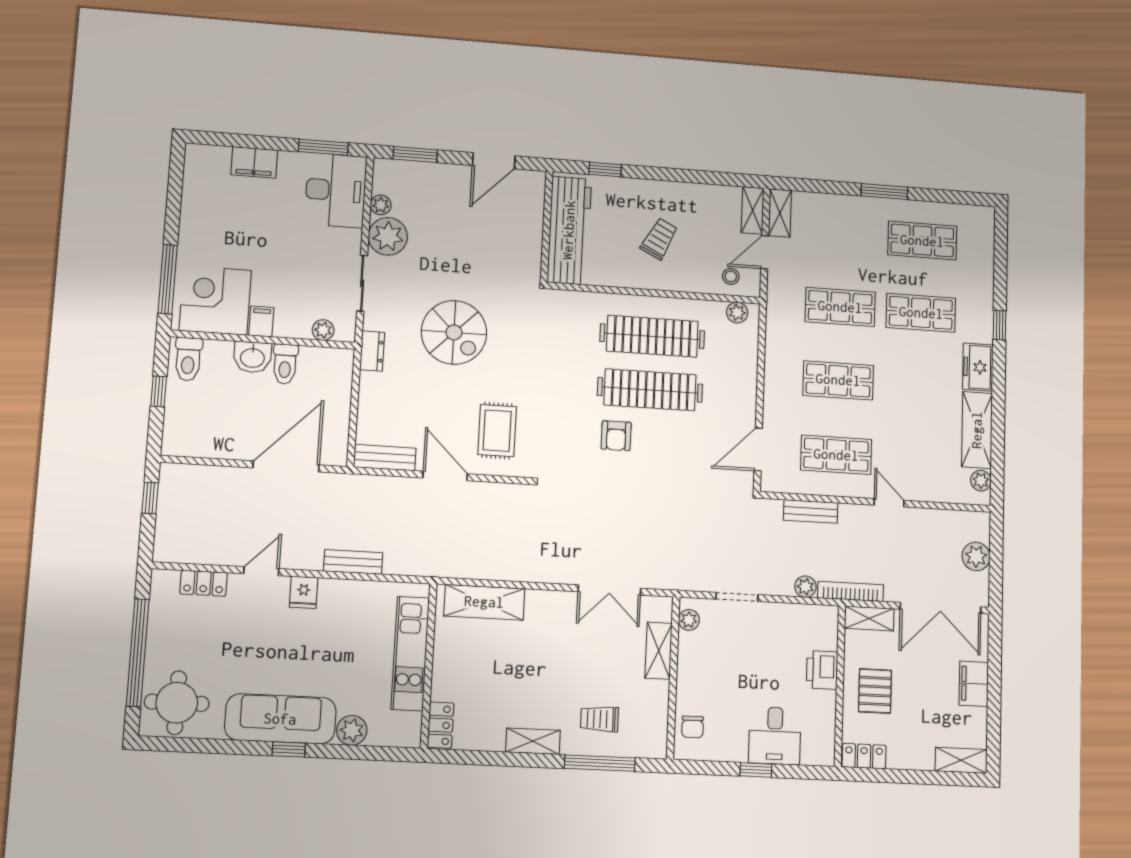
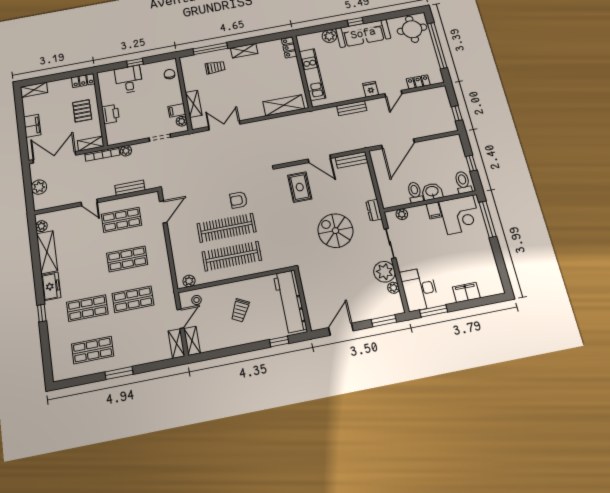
armchair: (616, 436) -> (239, 200), turned -90
filing cabinet: (694, 645) -> (177, 110), added

